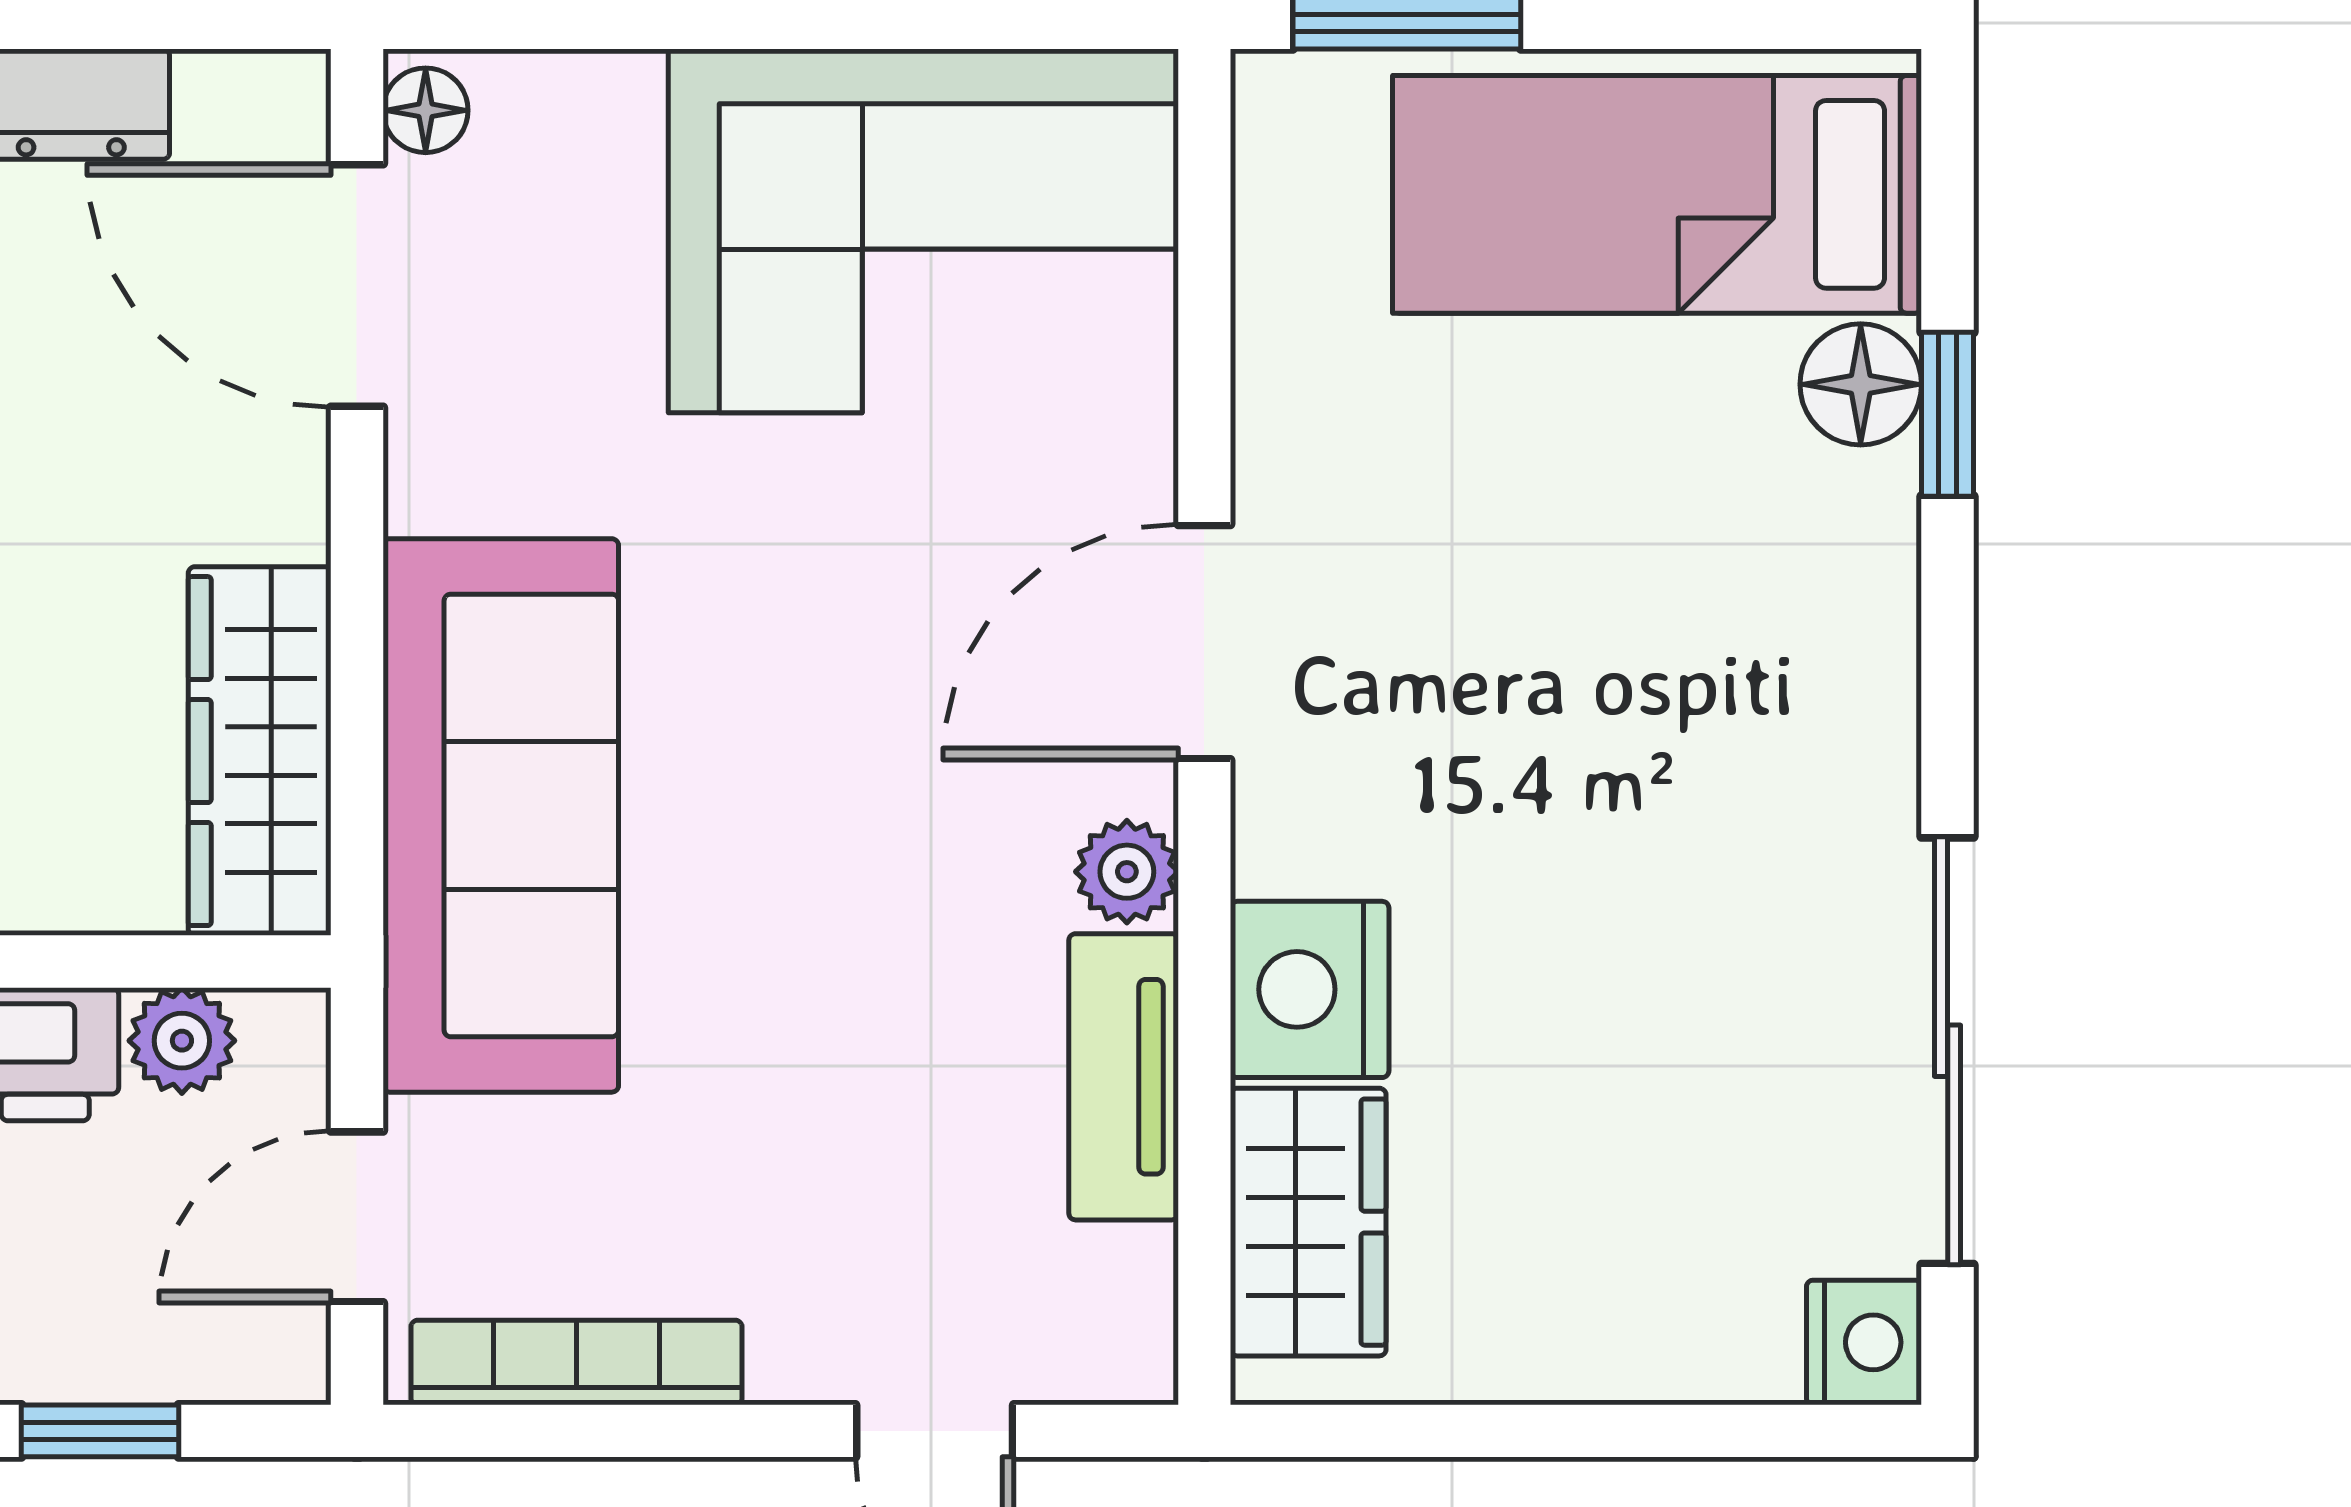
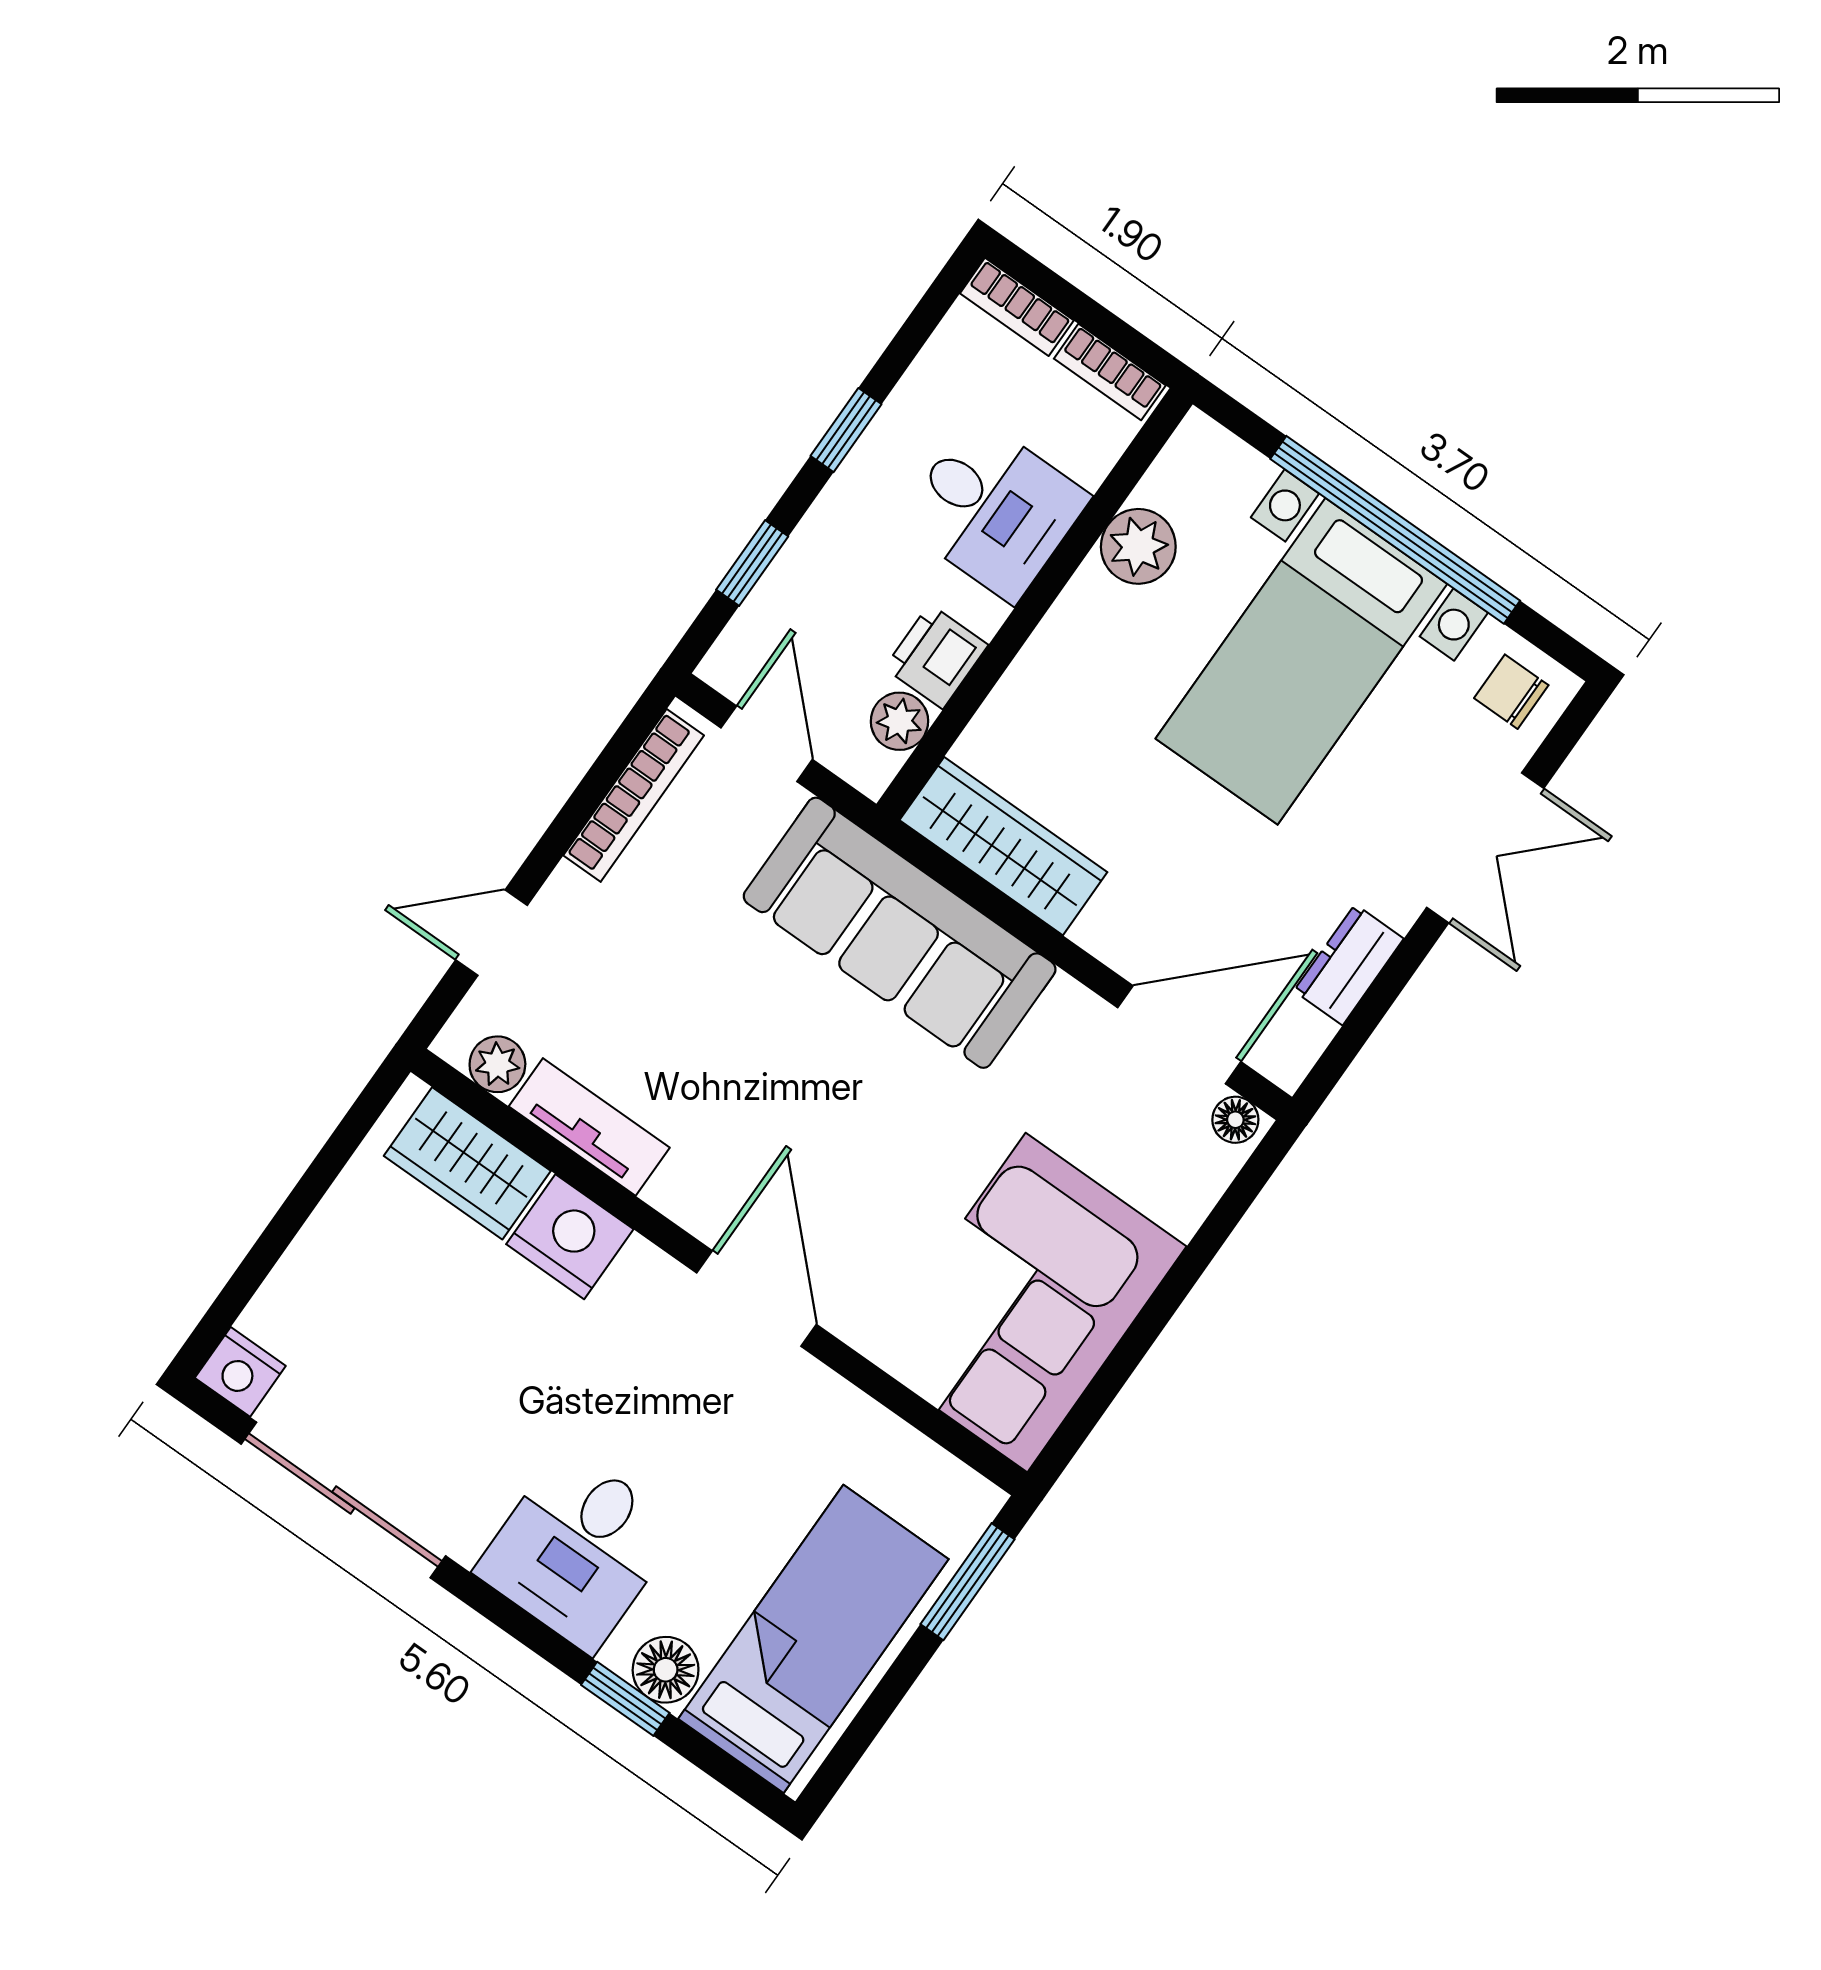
desk: (1773, 644) -> (578, 1550), added
plant: (1127, 872) -> (497, 1064), moved

